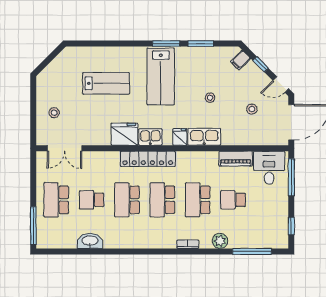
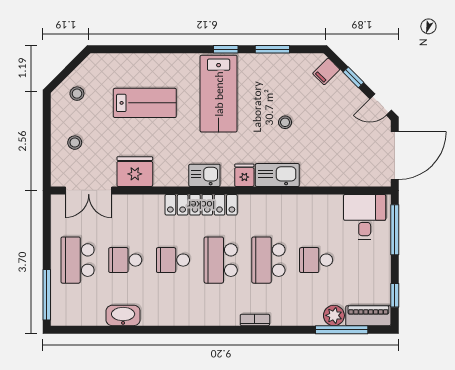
window: (166, 44) -> (226, 49), width x0.67
stool: (252, 109) -> (77, 94), moved
fridge: (124, 134) -> (135, 172), moved
piano: (236, 159) -> (368, 316), moved, turned 180
school desk: (127, 200) -> (173, 260), width x0.54
plant: (220, 241) -> (334, 315), moved

